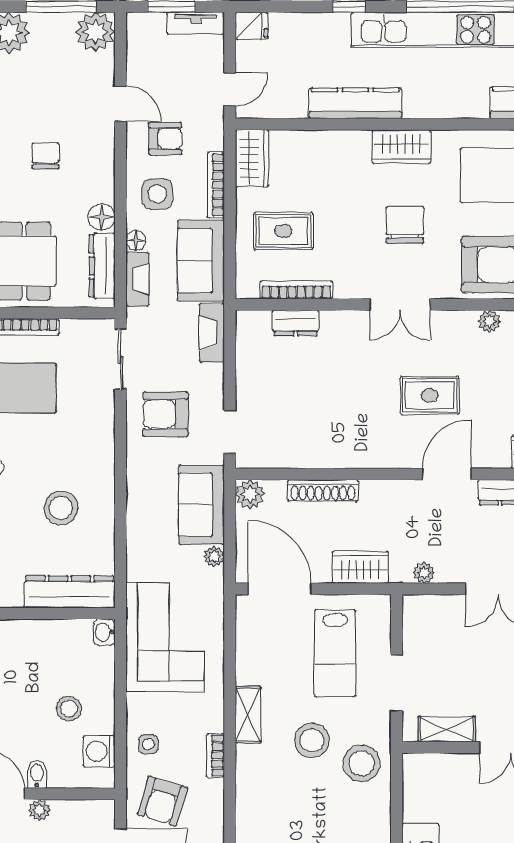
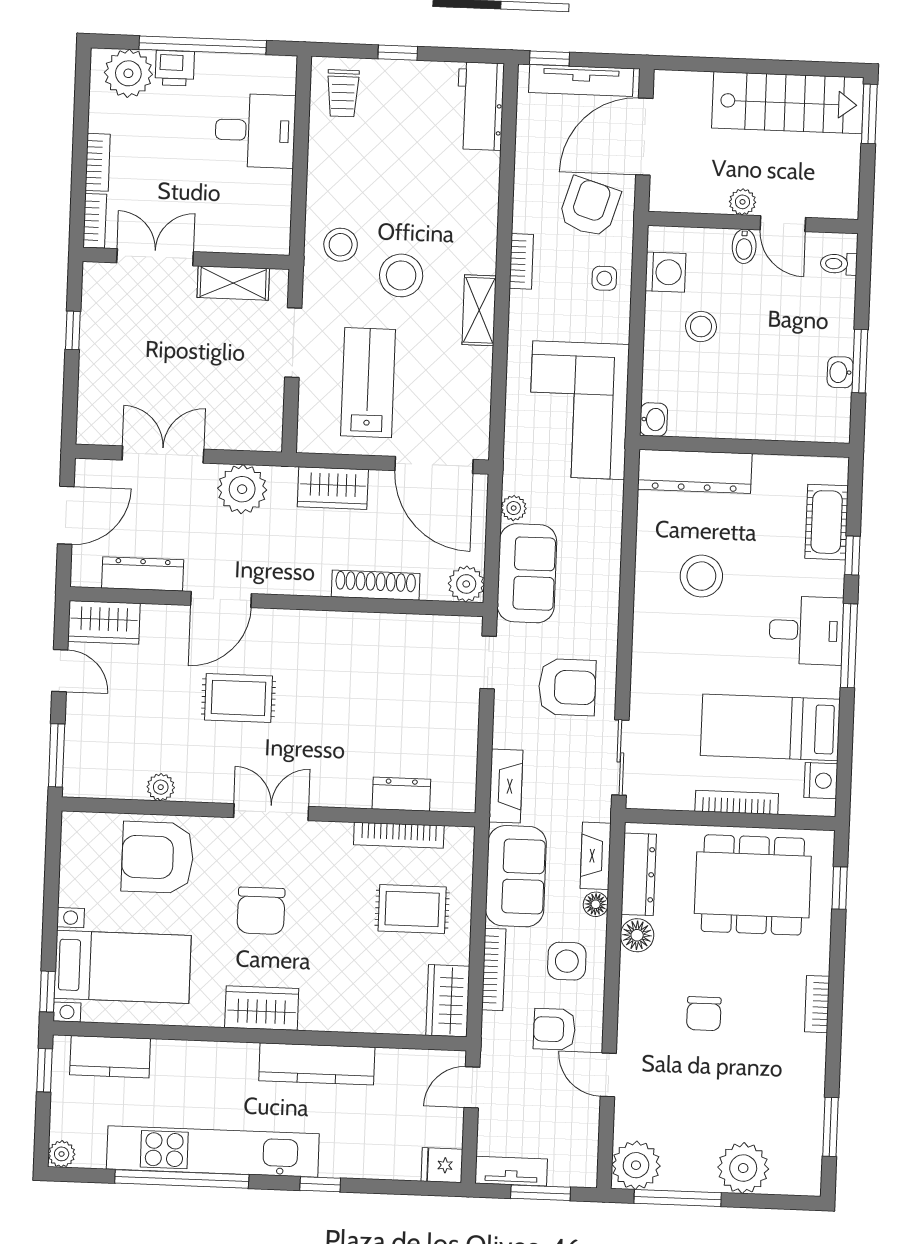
plant: (424, 573) -> (242, 489), width x1.87, depth x1.87
stool: (362, 763) -> (341, 245), width x0.73, depth x0.73

